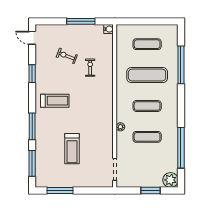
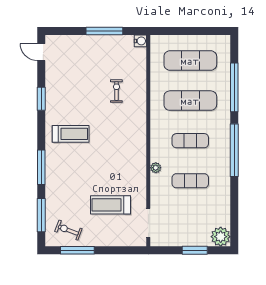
exercise mat: (147, 44) -> (190, 61), width x1.36, depth x1.45
exercise bike: (67, 56) -> (68, 230), moved
window: (181, 148) -> (234, 150), moved
treadmill: (72, 149) -> (110, 205), moved, turned 90

